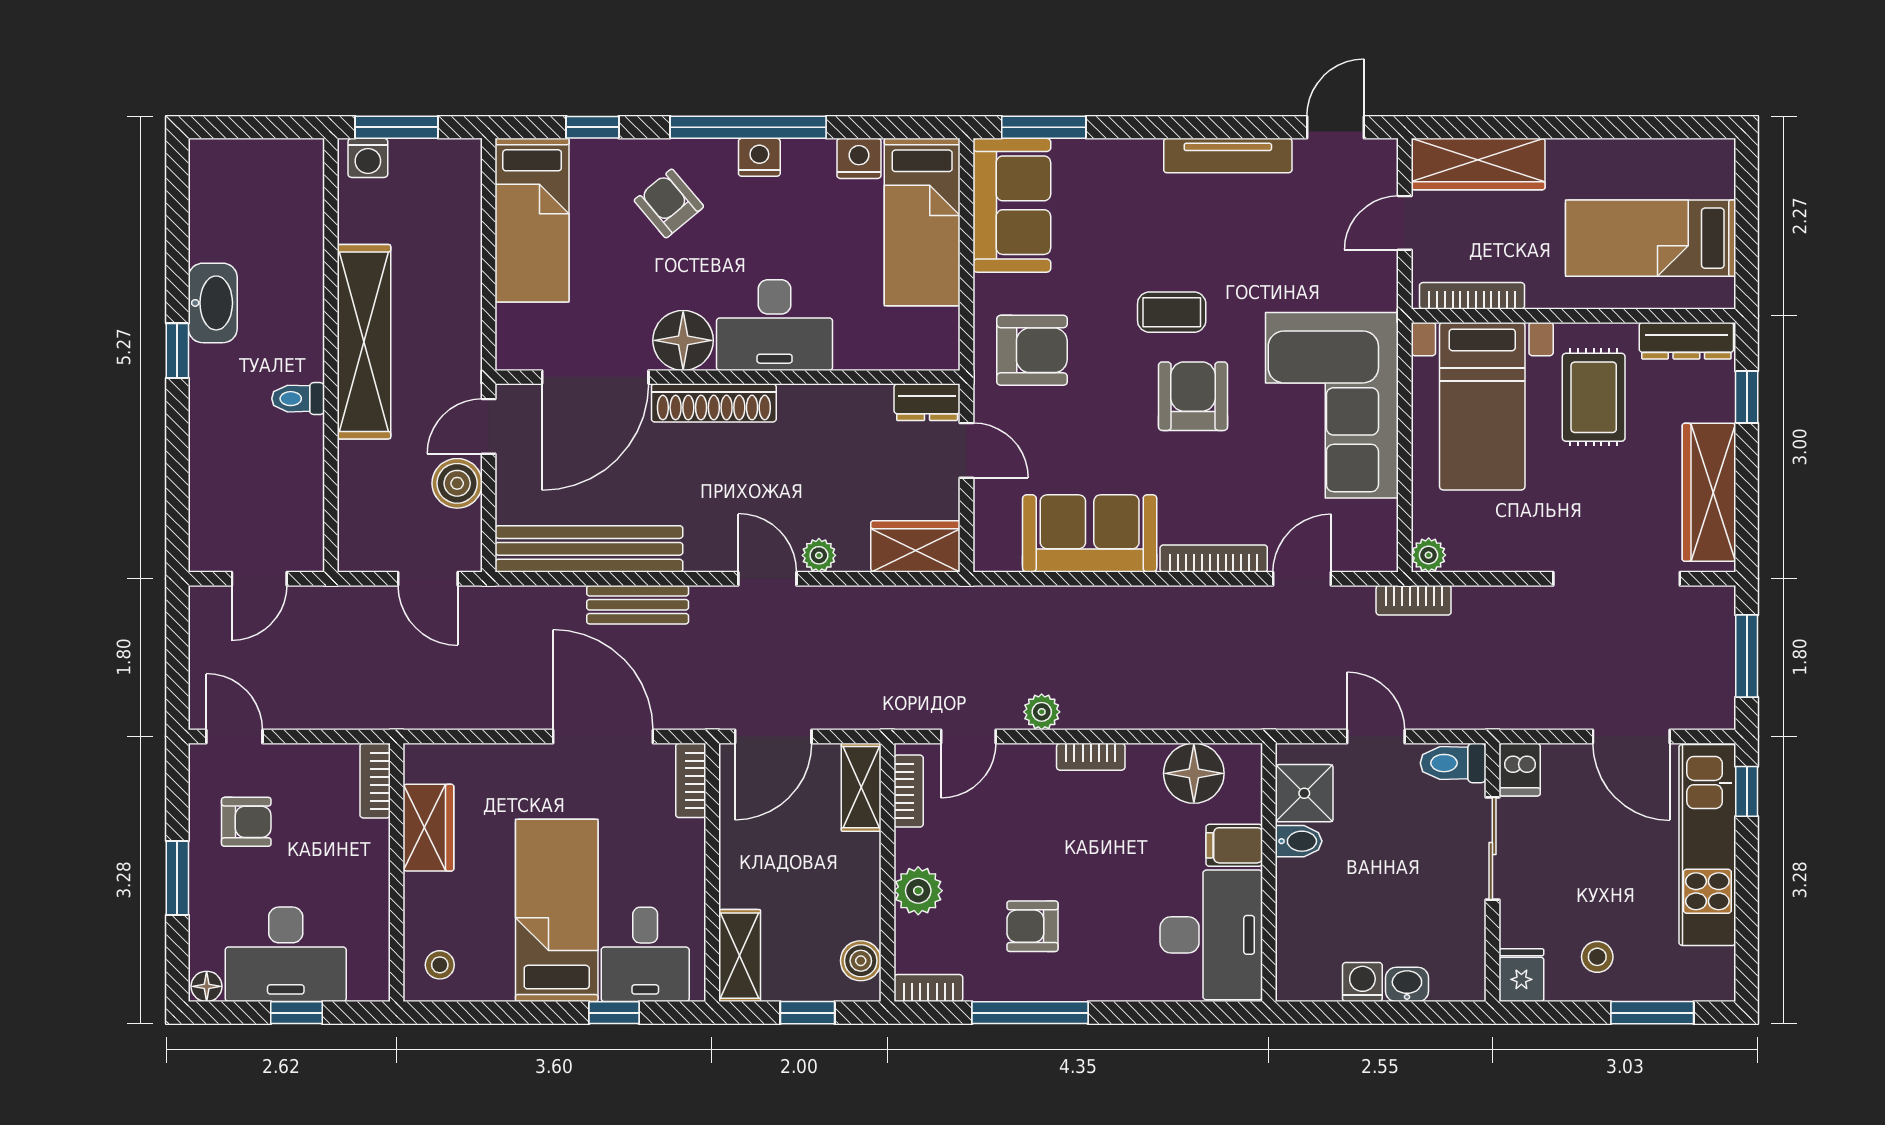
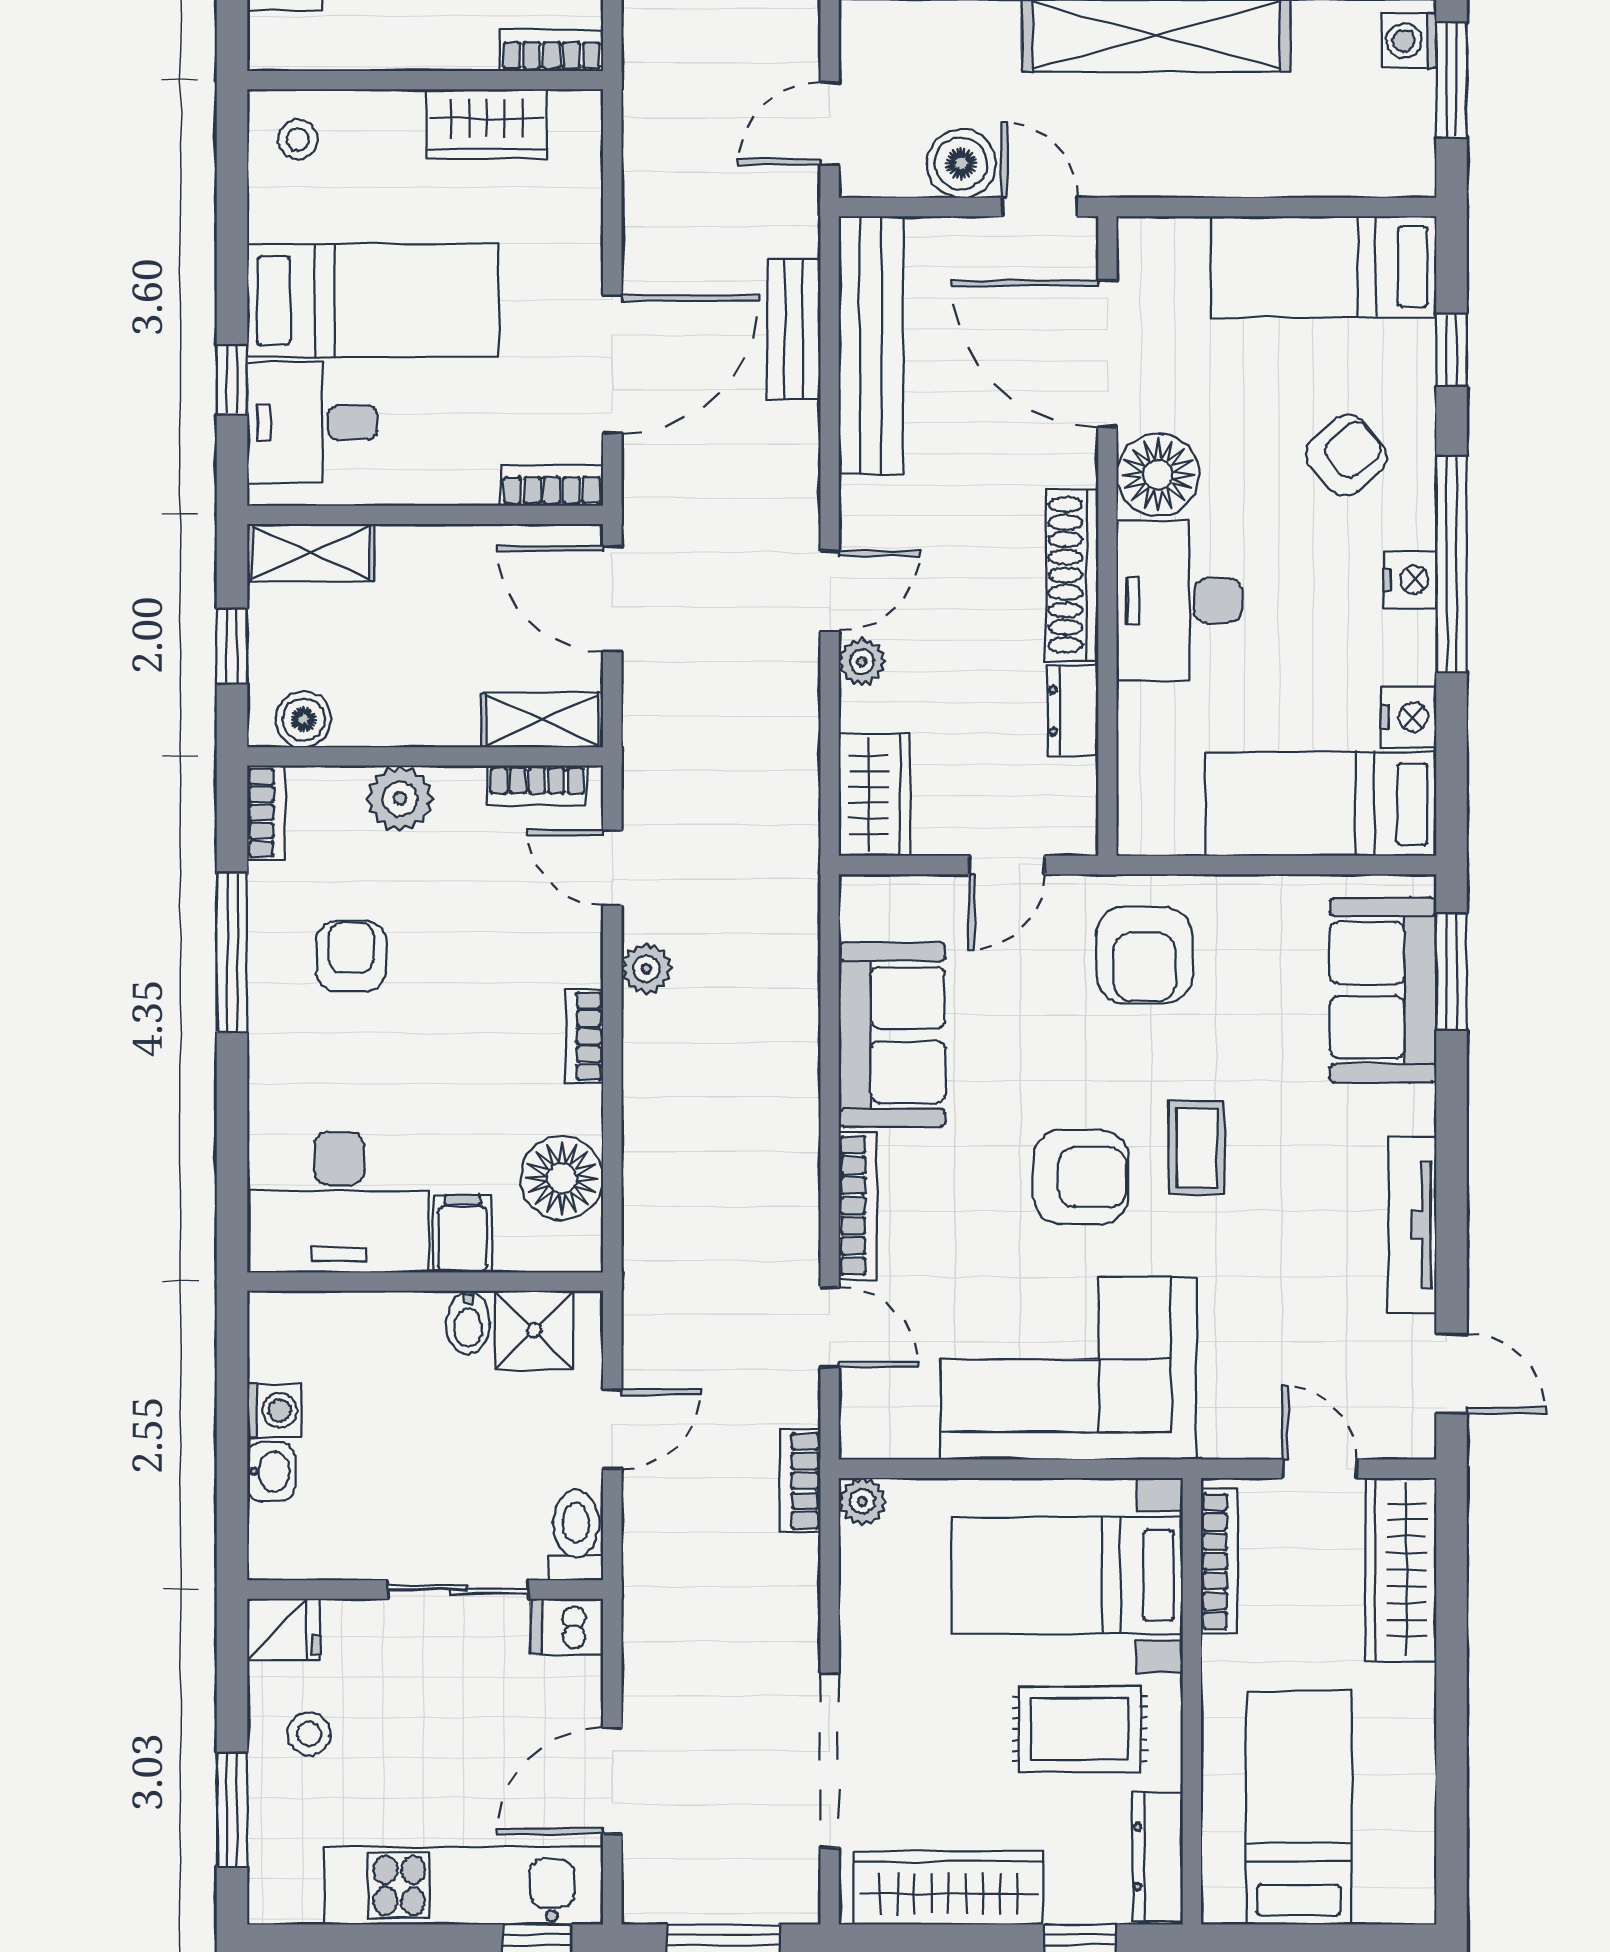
sofa: (1012, 205) -> (1383, 990), moved, turned 90
dresser: (927, 402) -> (1073, 711), moved
shoe rack: (714, 403) -> (1072, 575), moved
bench: (638, 605) -> (794, 329), moved

